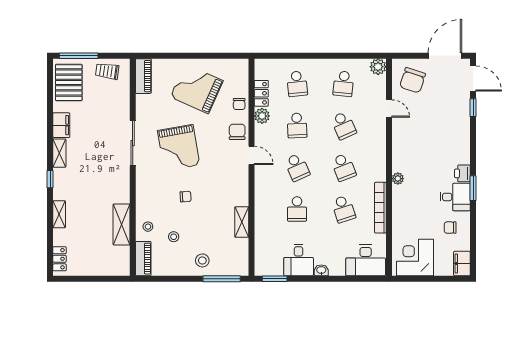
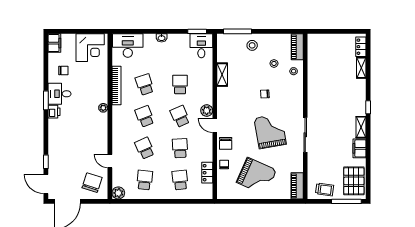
plant: (262, 116) -> (207, 111), moved
shelving: (59, 214) -> (361, 68), moved
shelving: (121, 224) -> (314, 73), removed
desk: (299, 260) -> (201, 46), moved

